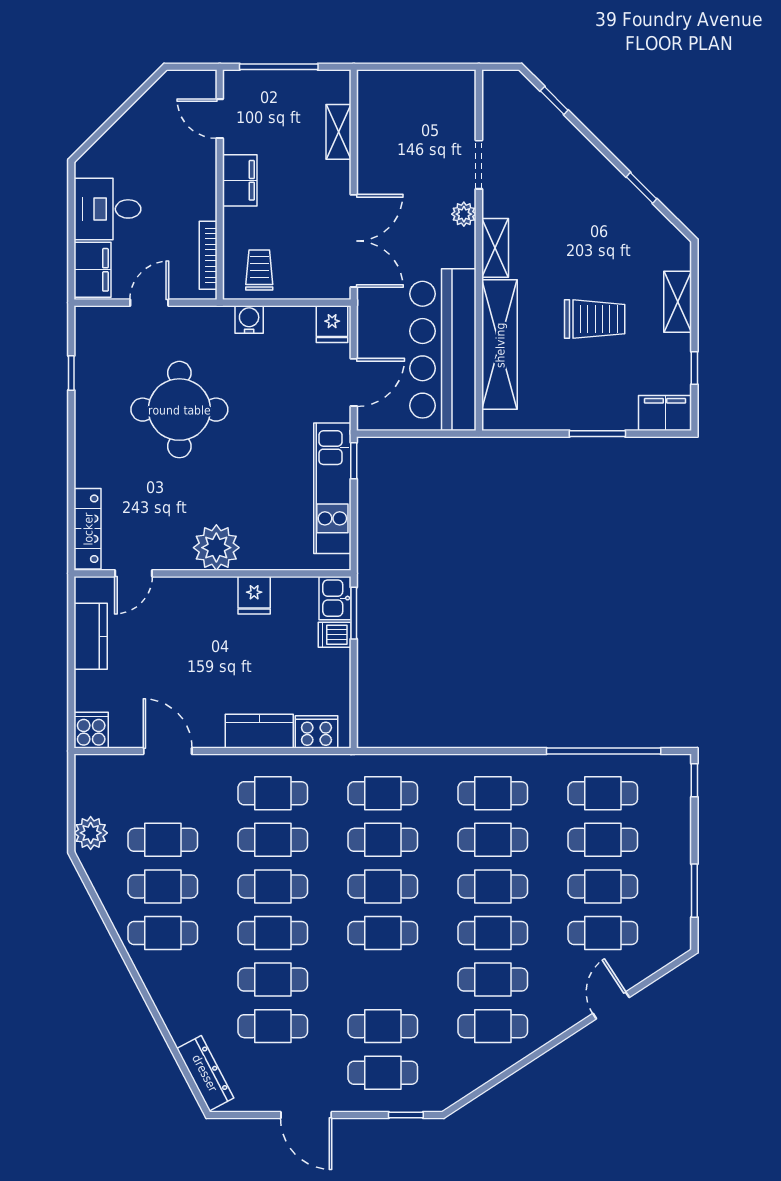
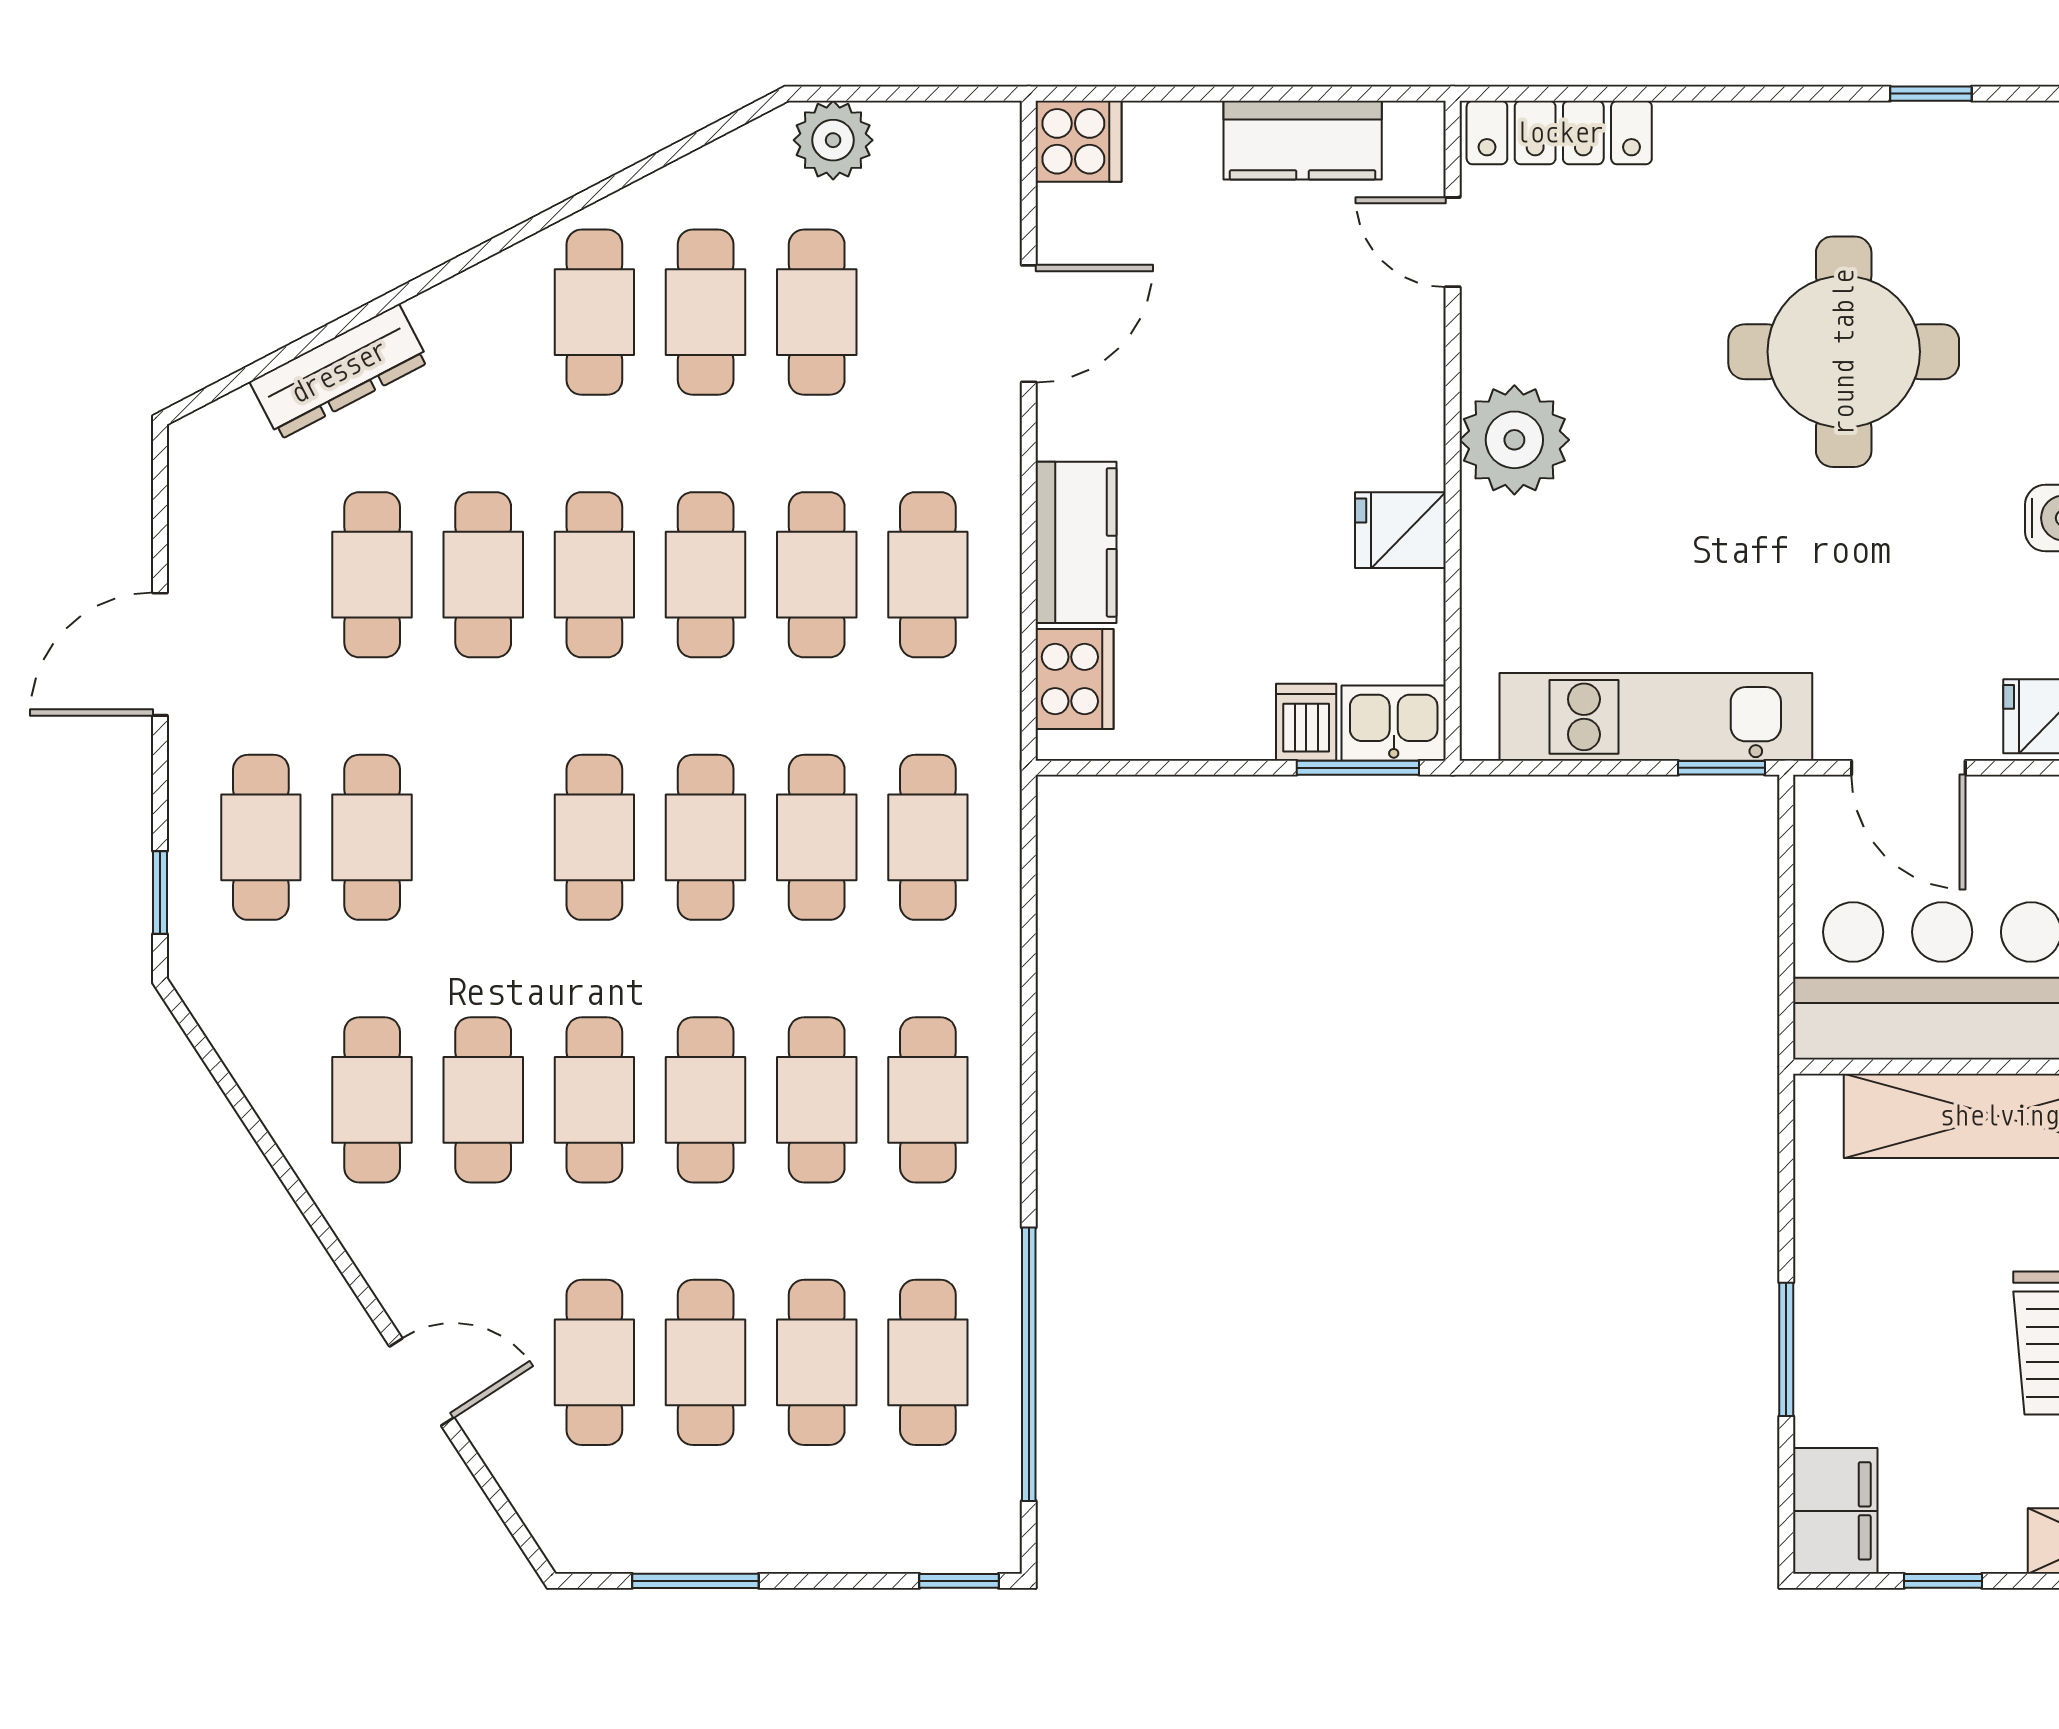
dresser: (205, 1073) -> (339, 372), moved

